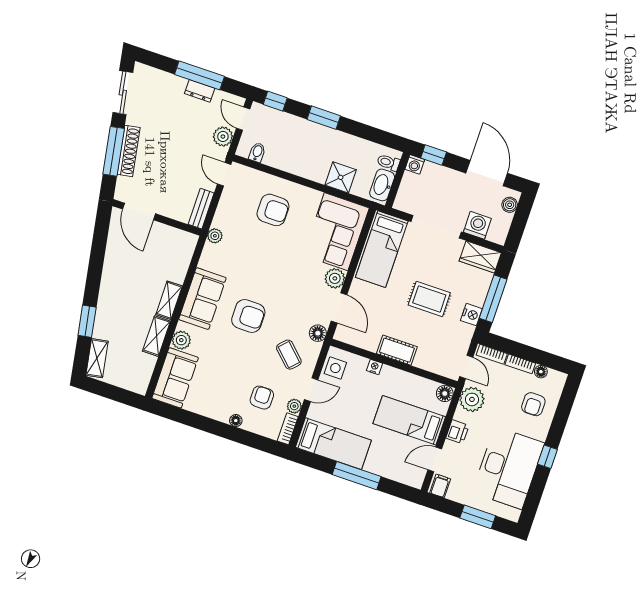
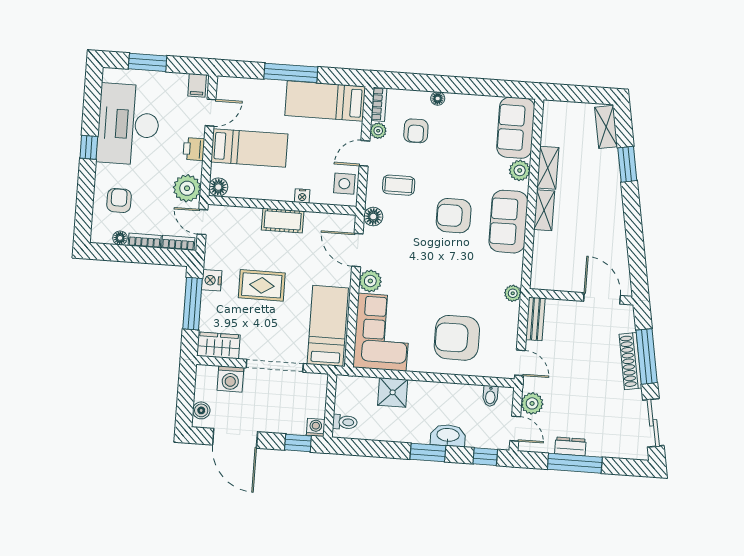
washbasin: (382, 185) -> (448, 435), moved, turned -90
armchair: (273, 210) -> (457, 338), width x1.36, depth x1.36
coffee table: (289, 355) -> (399, 185), turned -44

